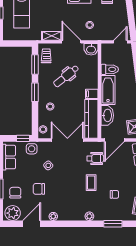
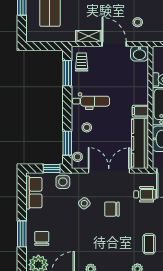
dental chair: (66, 76) -> (91, 101), moved, turned -141
window: (35, 92) -> (67, 143), moved
coffee table: (91, 183) -> (149, 244), moved
chair: (39, 189) -> (112, 209), moved

